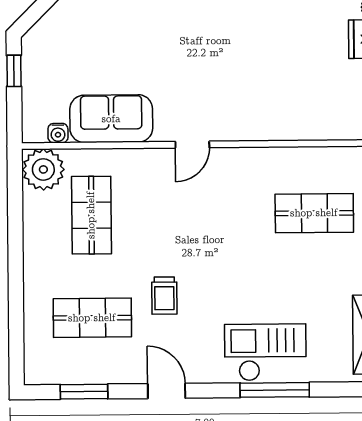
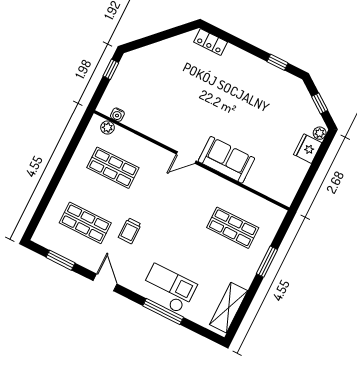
sofa: (111, 119) -> (226, 160), moved
plant: (43, 169) -> (107, 128), width x0.53, depth x0.53
shop shelf: (91, 215) -> (113, 168), turned 90

